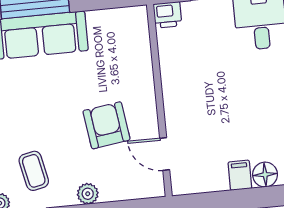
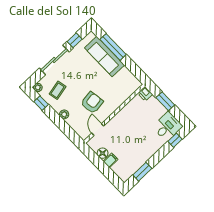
floor lamp: (265, 175) -> (103, 153), moved

